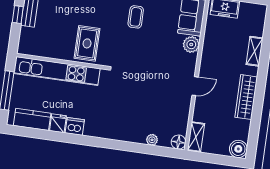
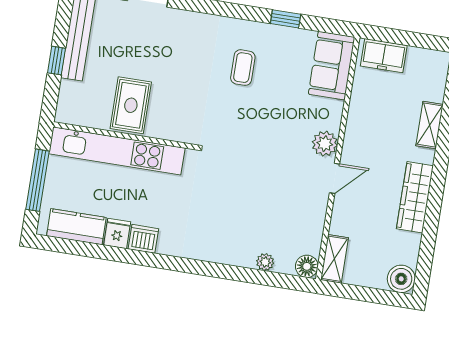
rug: (87, 43) -> (131, 105), moved
plant: (191, 45) -> (325, 144), moved

